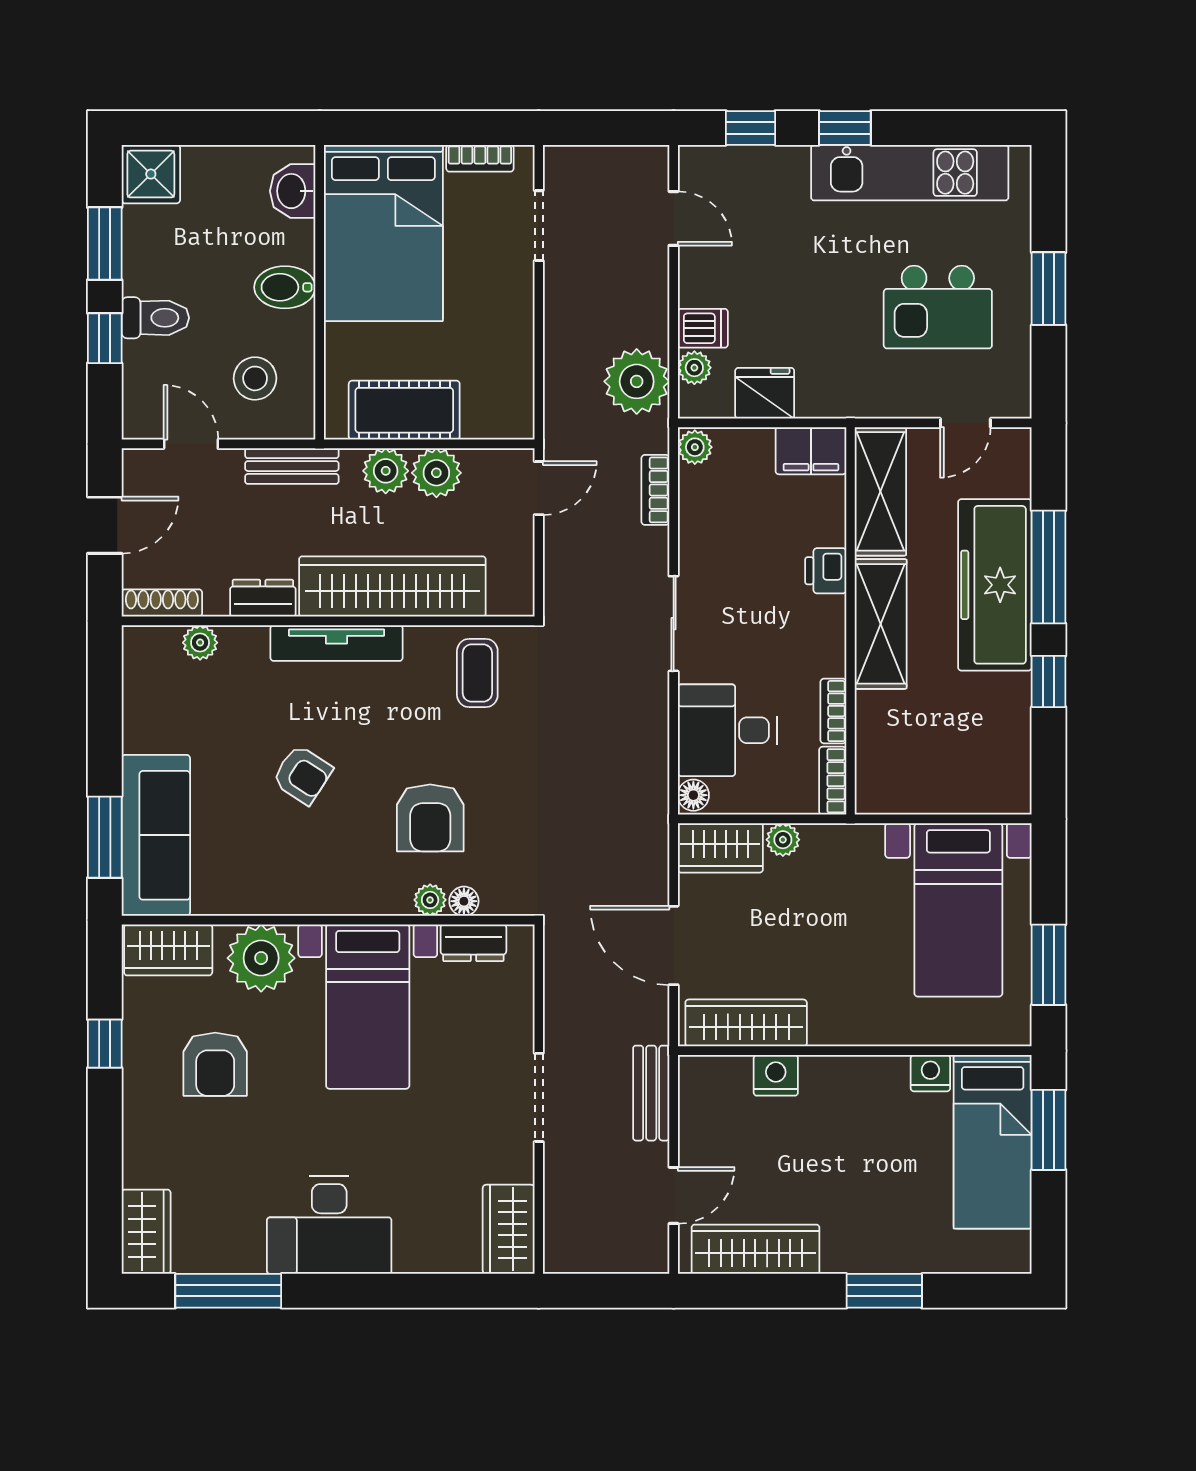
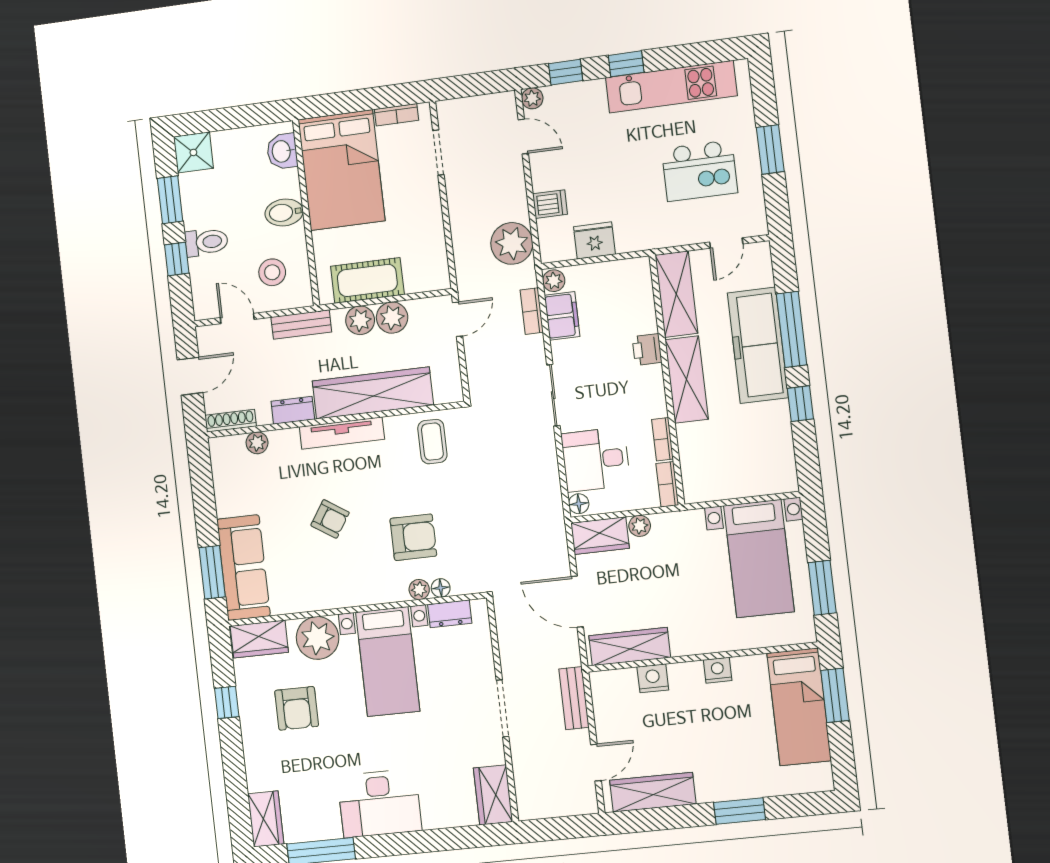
plant: (694, 368) -> (532, 98), moved
filing cabinet: (811, 451) -> (562, 316), moved, turned -90
armchair: (430, 818) -> (413, 537), turned -90
nightstand: (930, 1073) -> (718, 670), moved

